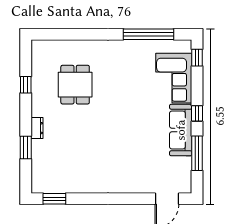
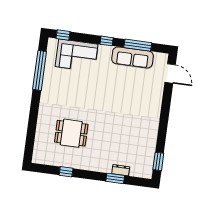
dresser: (37, 128) -> (121, 170), moved
sofa: (181, 130) -> (133, 57), moved

